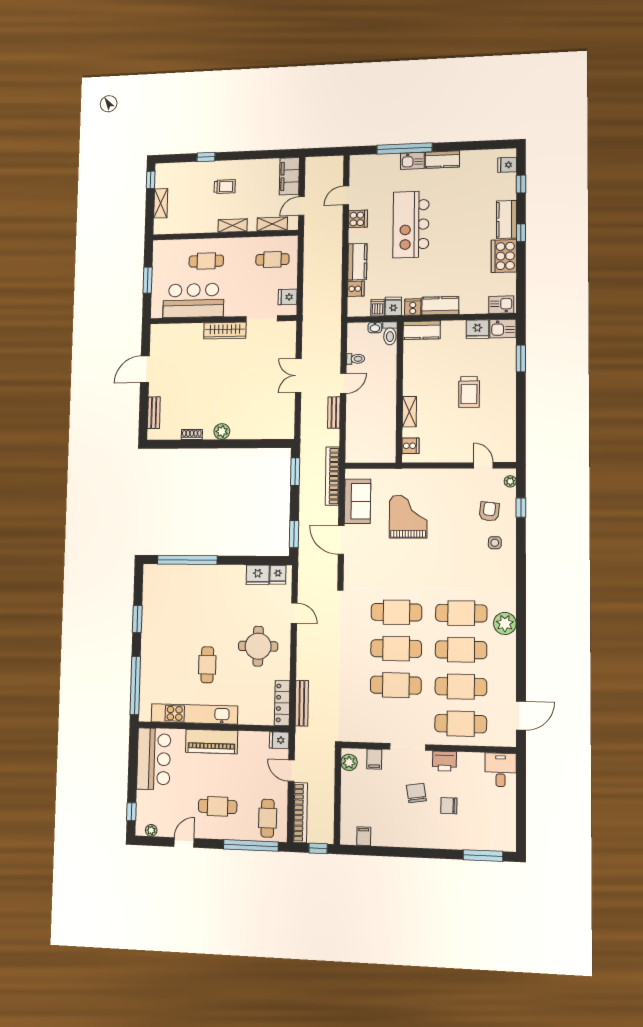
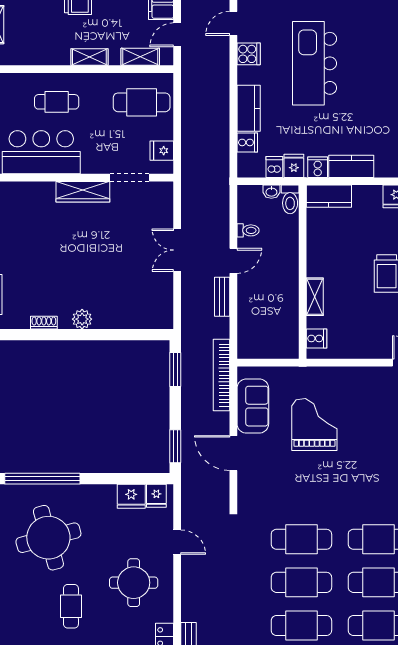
cafe table: (272, 260) -> (142, 102), width x1.37, depth x1.35
round table: (191, 608) -> (48, 538), added

